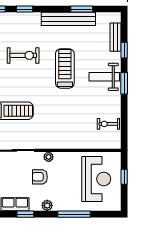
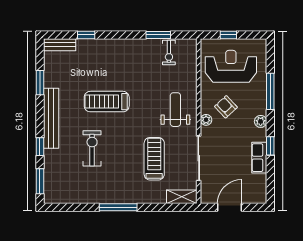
bench: (68, 19) -> (51, 118), moved
bench: (116, 37) -> (60, 45), moved
weight bench: (104, 77) -> (175, 110), moved, turned 180
window: (124, 83) -> (158, 35), moved
armchair: (40, 177) -> (226, 107), moved, turned 137

